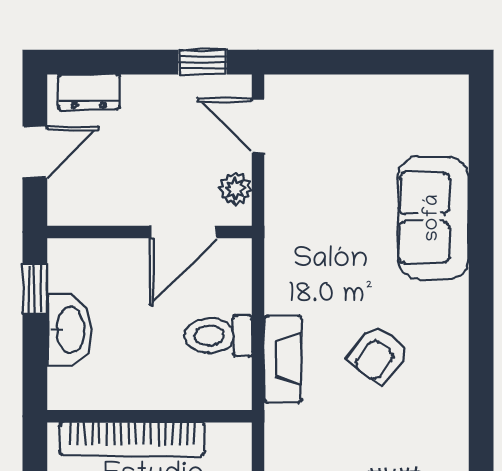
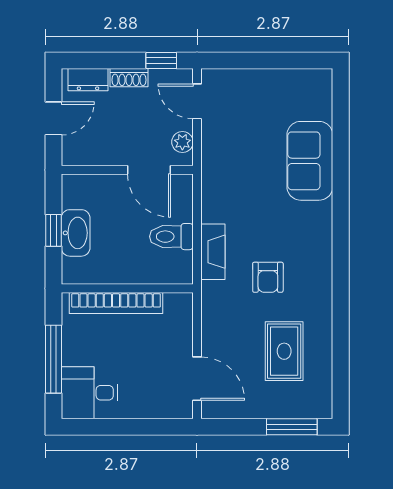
shoe rack: (152, 89) -> (129, 78), added
door: (184, 232) -> (149, 170), hinge flipped
window: (35, 289) -> (53, 230), moved
armchair: (378, 354) -> (268, 277), moved, turned -37

